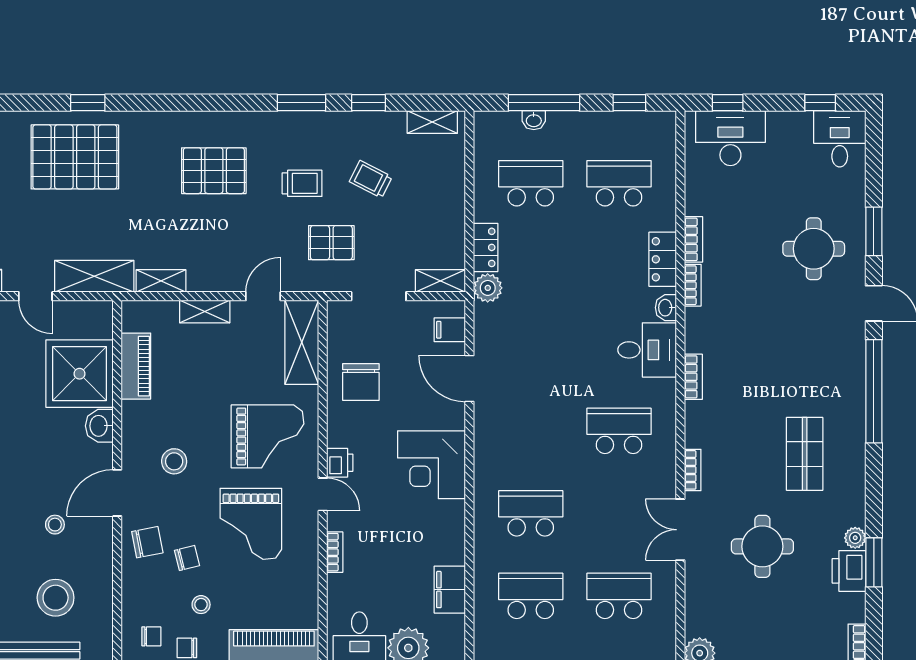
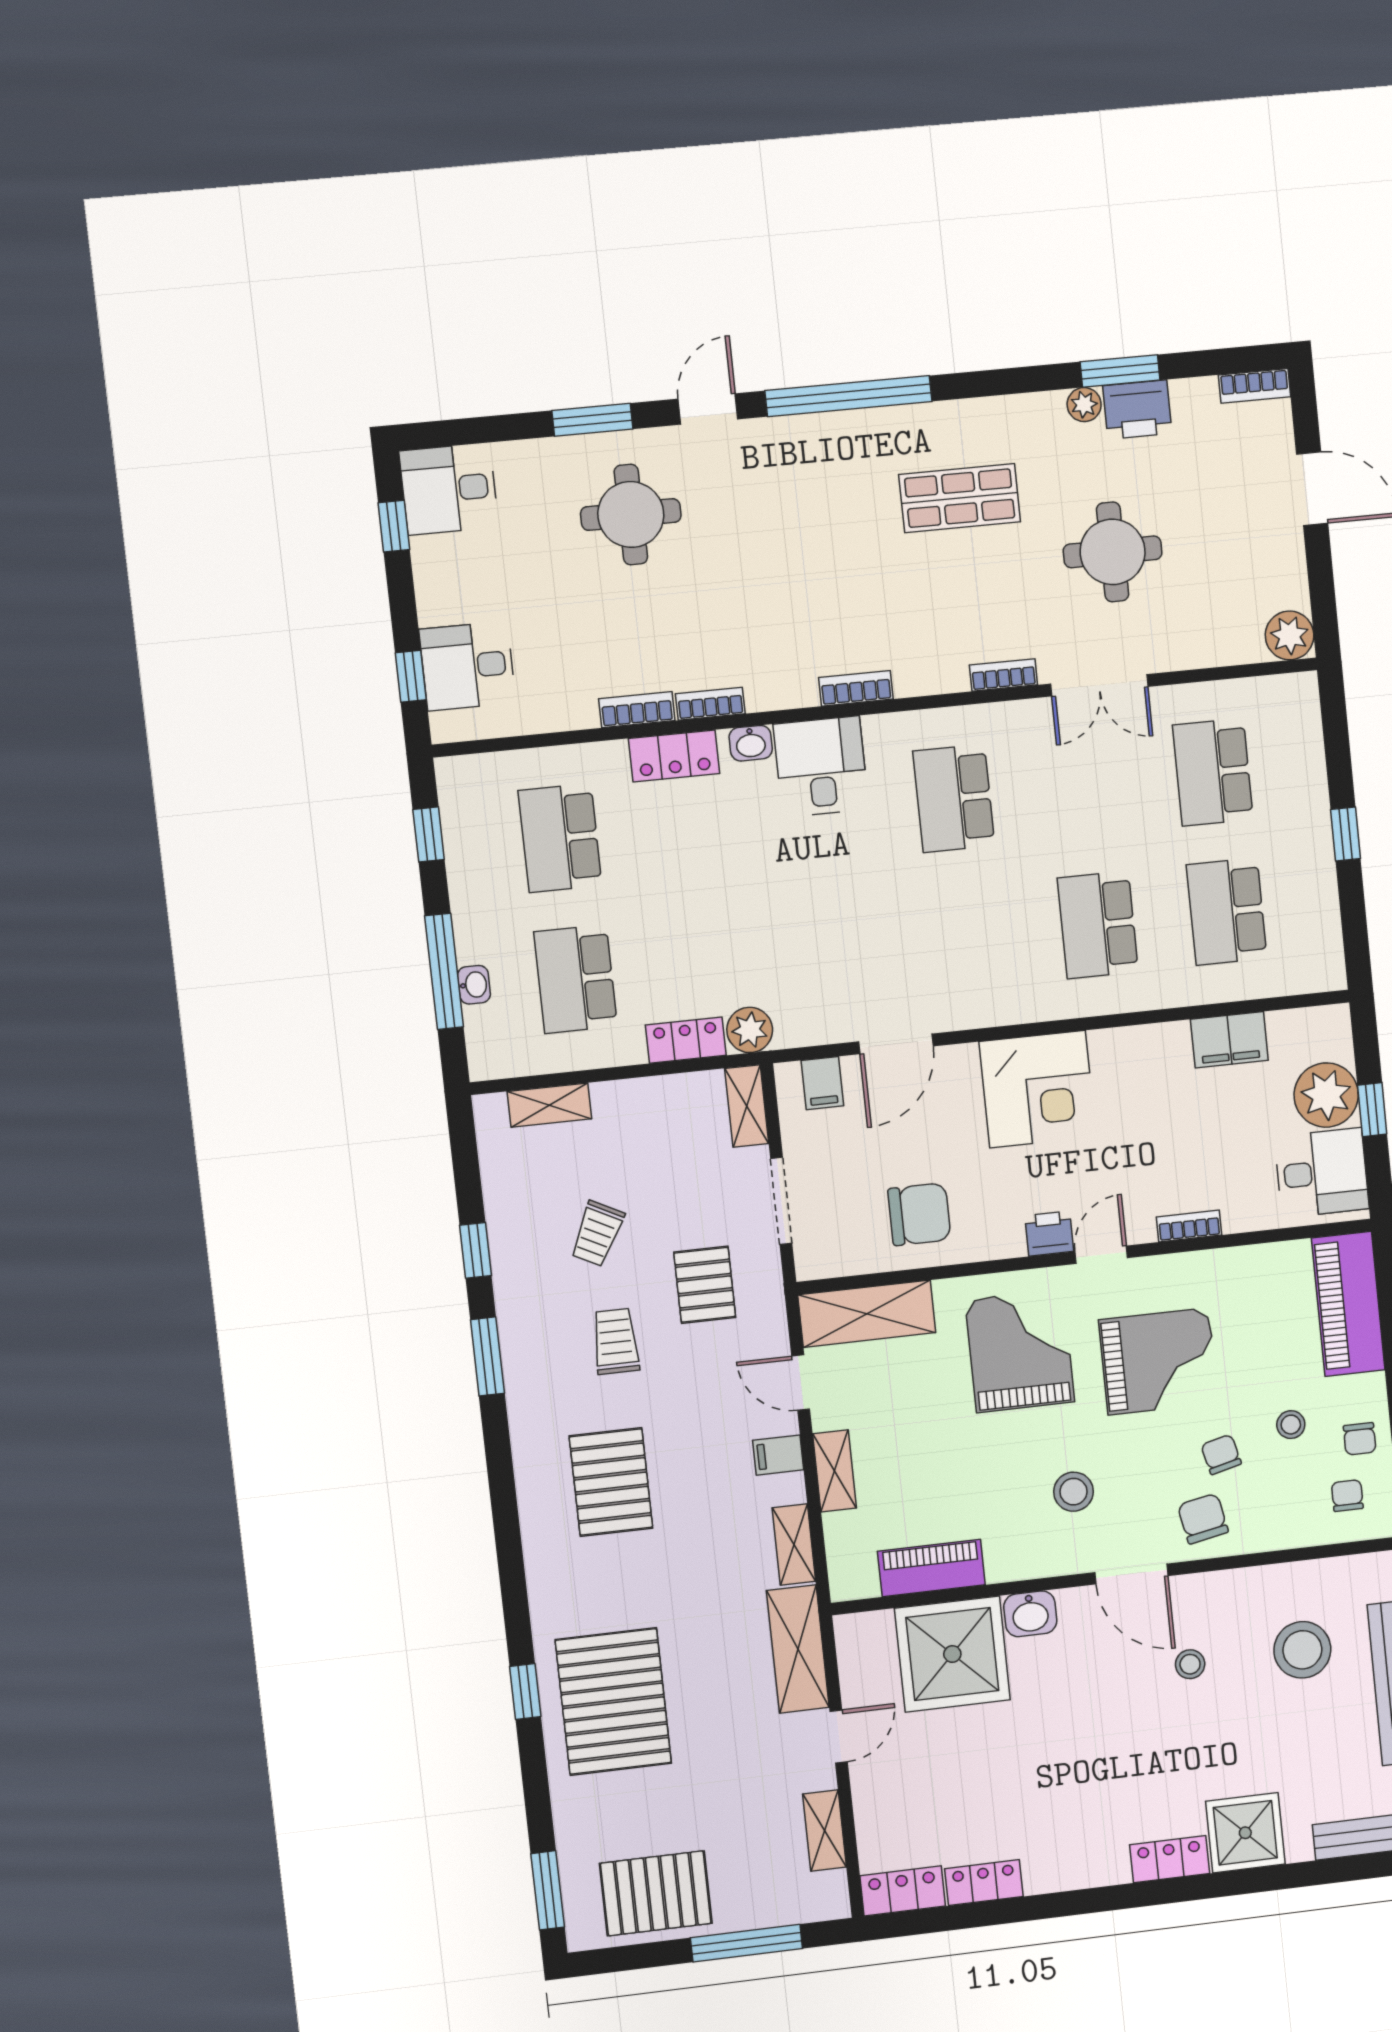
shelving: (432, 122) -> (549, 1105), moved, turned 90
desk: (730, 138) -> (468, 666), width x0.73
filing cabinet: (219, 277) -> (778, 1455), added

